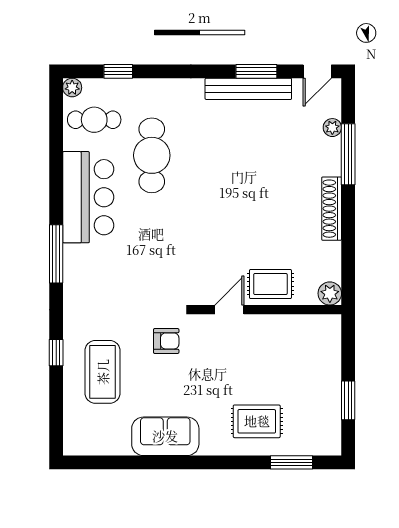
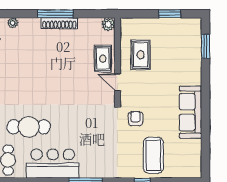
window: (348, 154) -> (56, 14), moved
coffee table: (103, 372) -> (153, 155), turned 90
rug: (257, 421) -> (141, 55), moved
sofa: (165, 436) -> (190, 112), width x1.36

